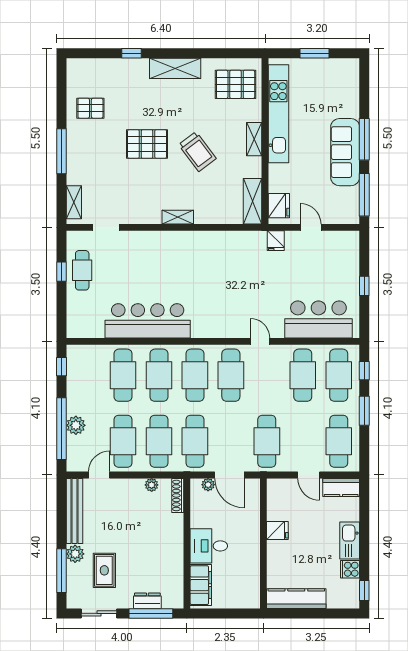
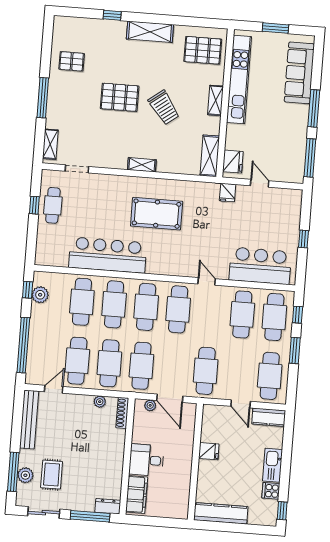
sofa: (345, 152) -> (299, 73), moved
pool table: (198, 270) -> (157, 214), added
plant: (76, 425) -> (40, 295), moved
plant: (75, 554) -> (25, 475), moved
dresser: (147, 601) -> (108, 506), moved

